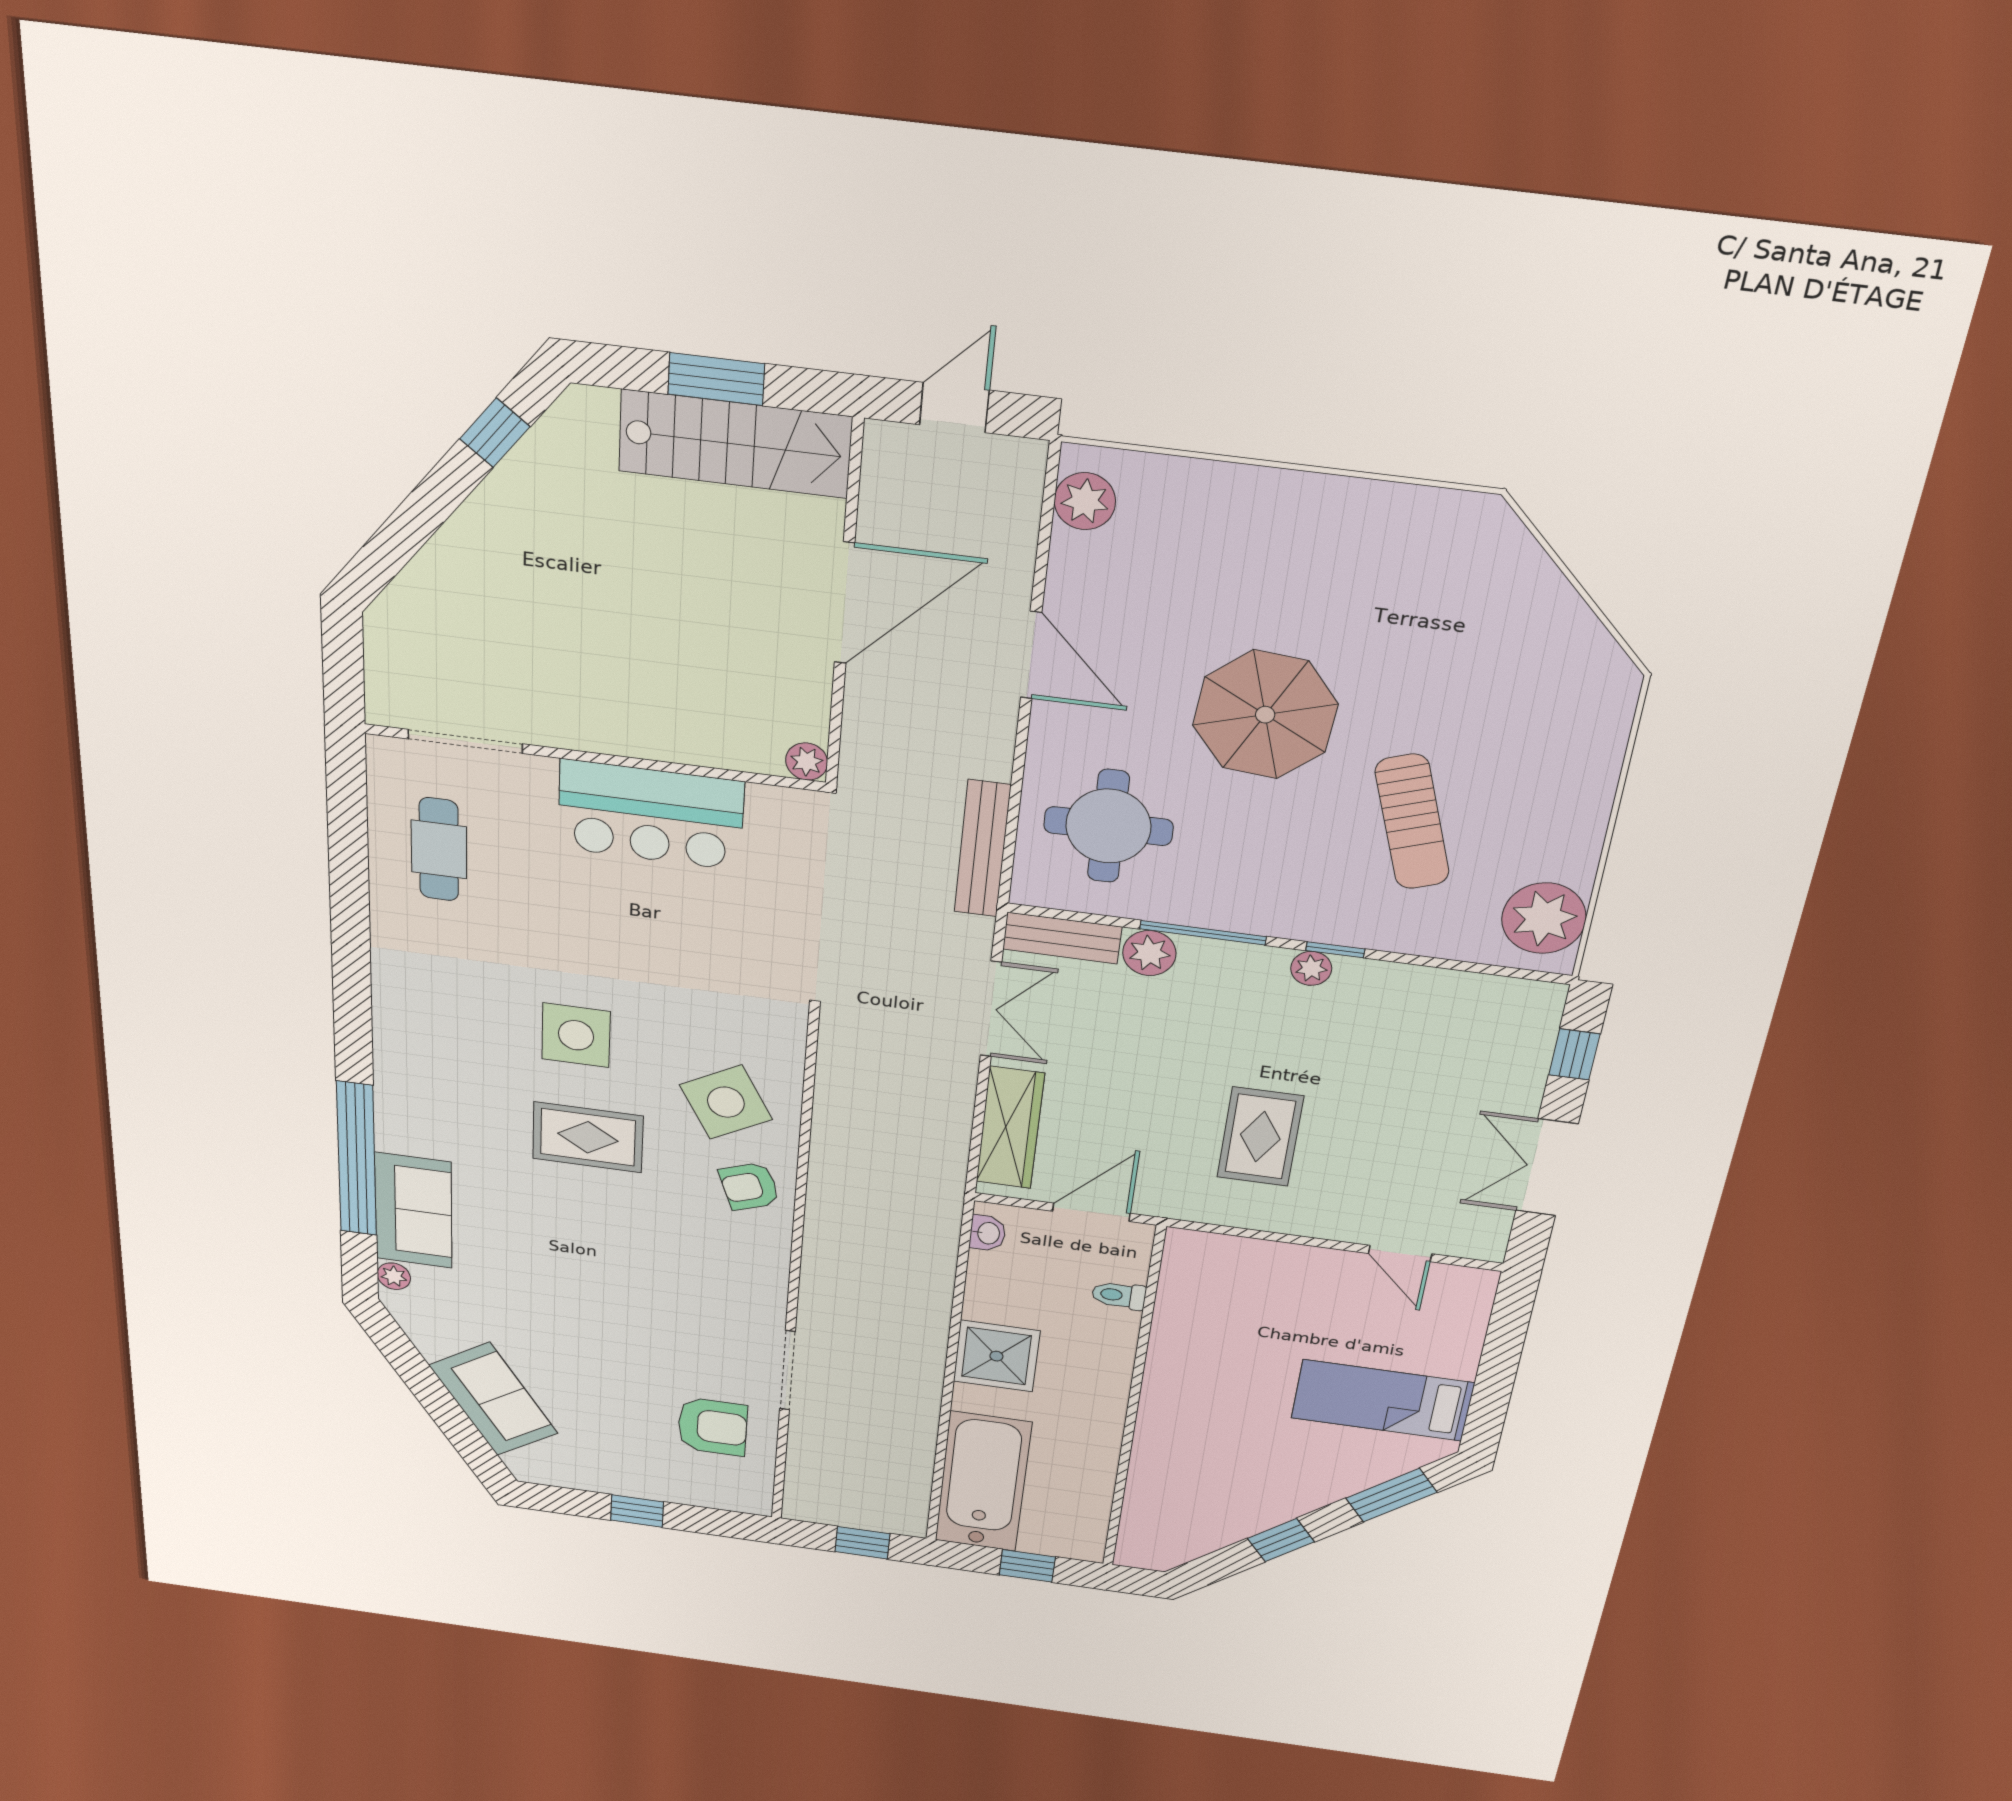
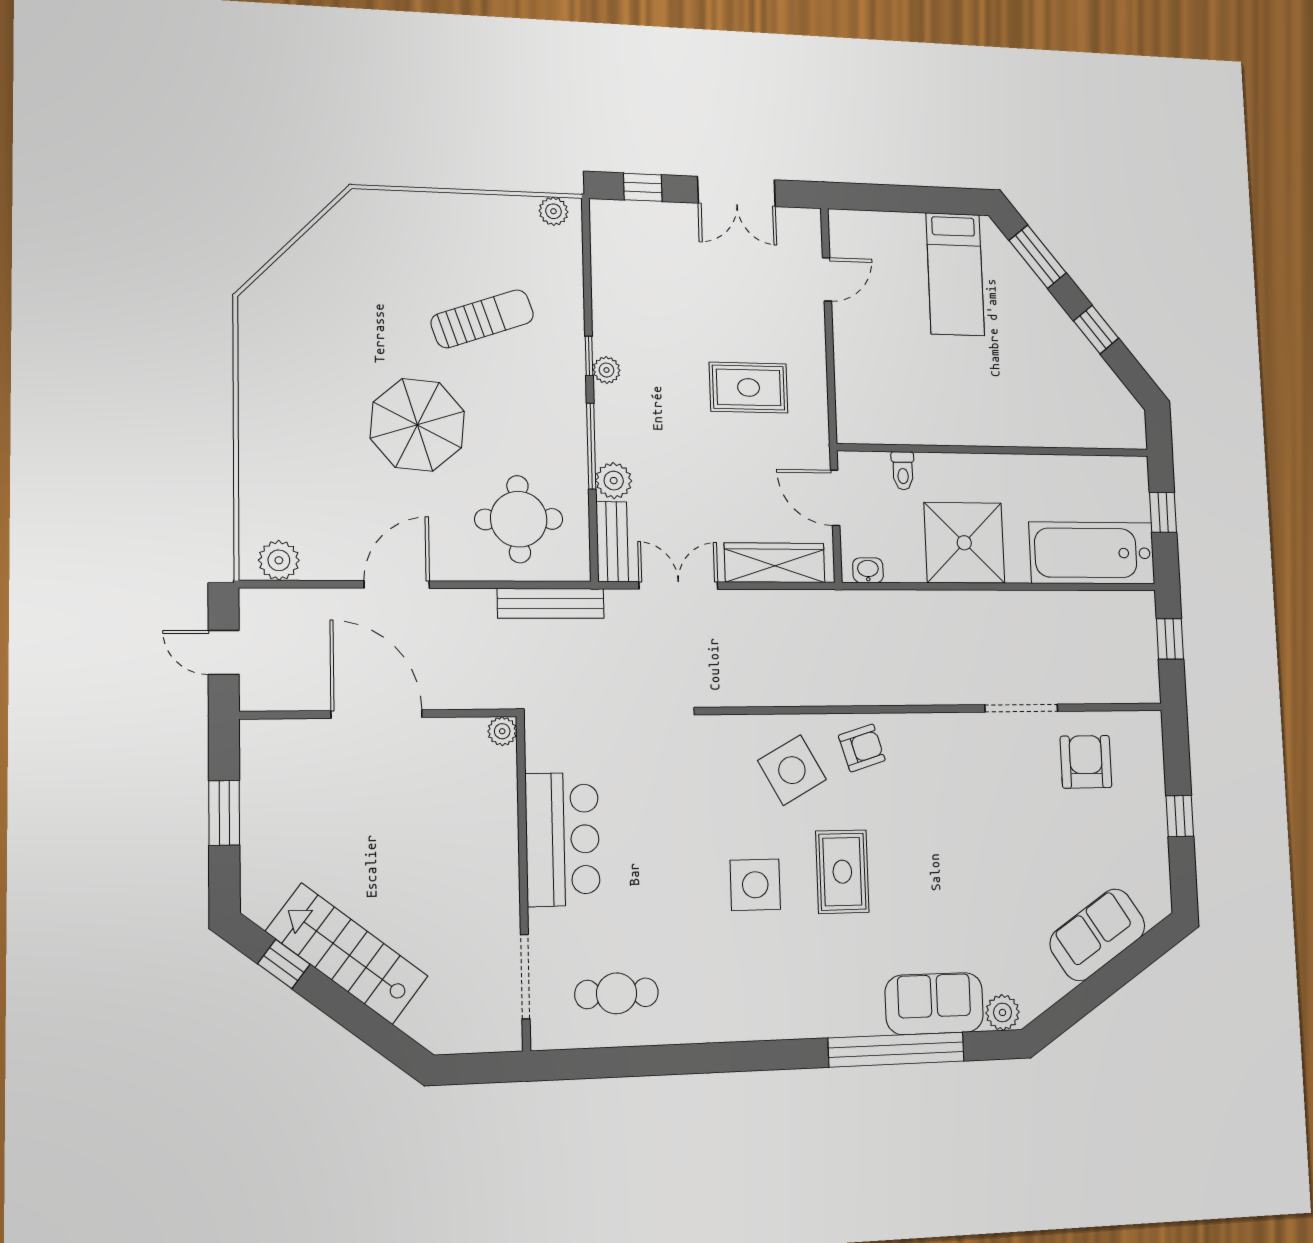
stairs: (735, 444) -> (347, 954), moved, turned -52
plant: (1544, 918) -> (553, 211), width x0.53, depth x0.53
armchair: (749, 1186) -> (862, 748), turned -87
plant: (394, 1276) -> (1003, 1012), width x1.38, depth x1.38
shower: (996, 1356) -> (964, 543), width x1.37, depth x1.37

